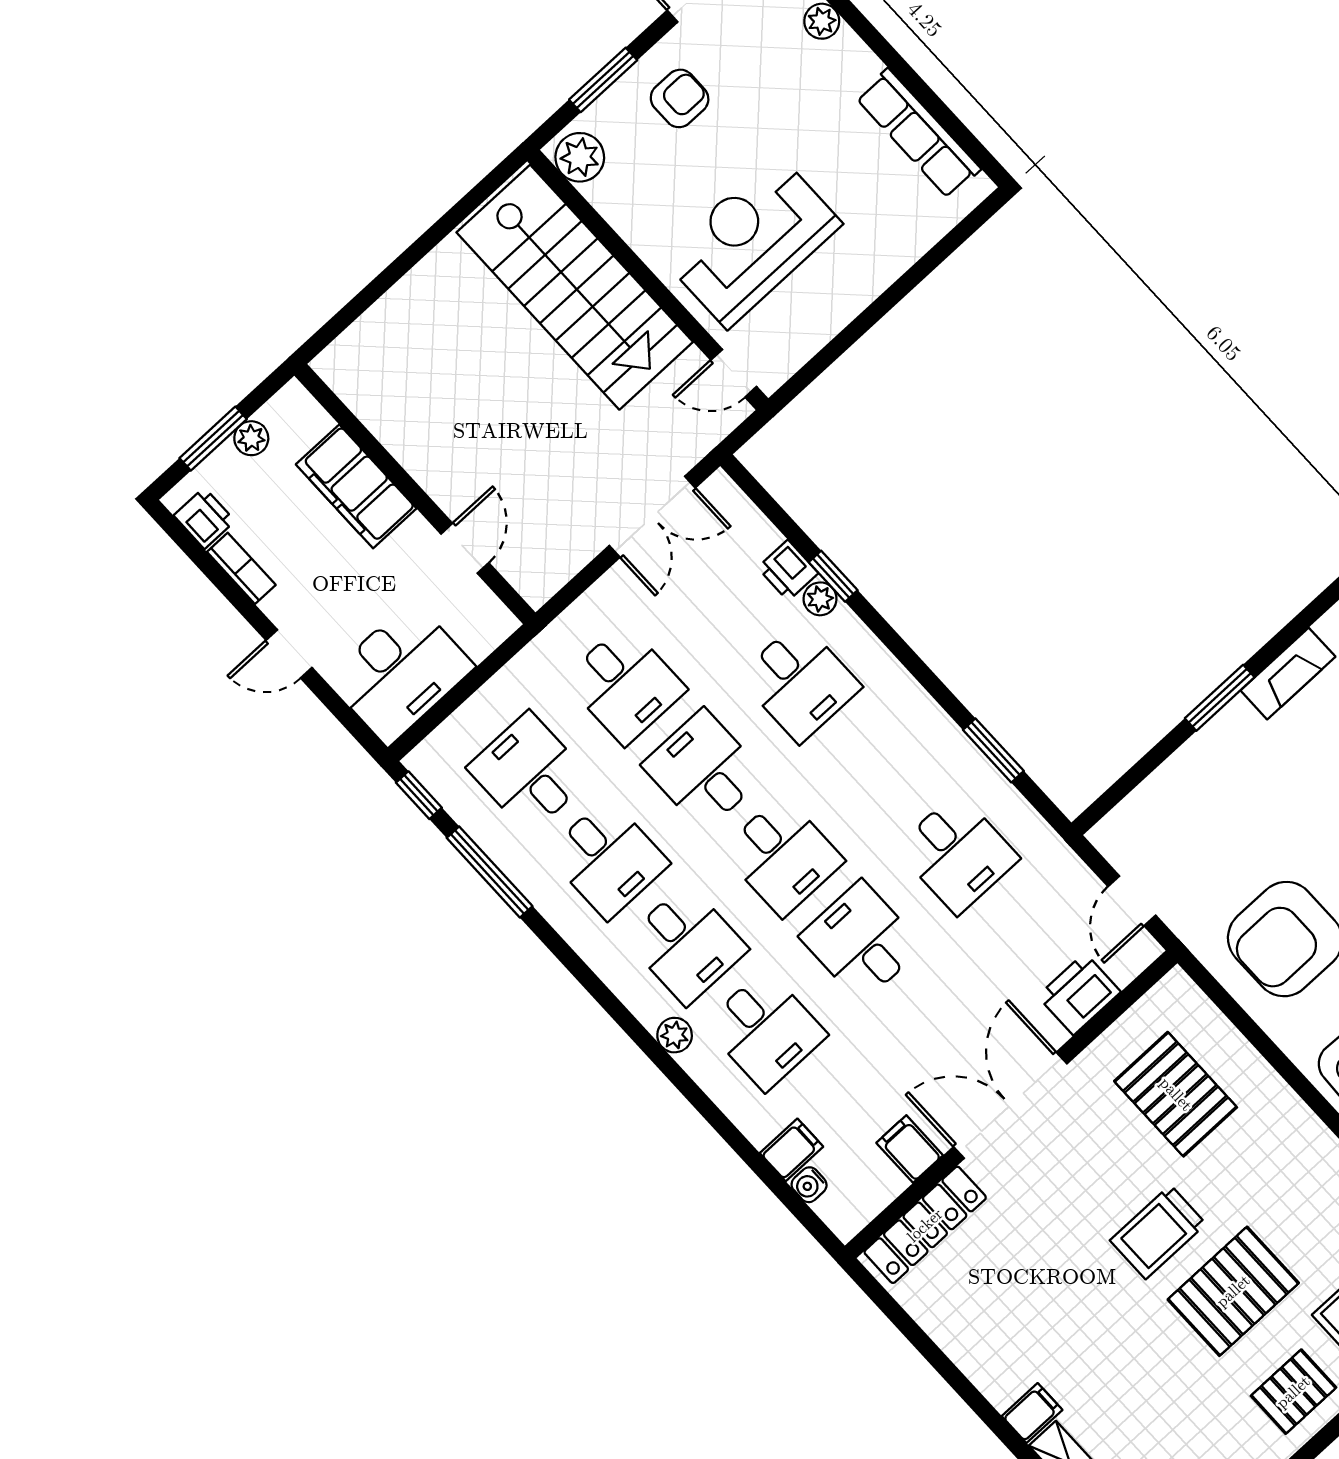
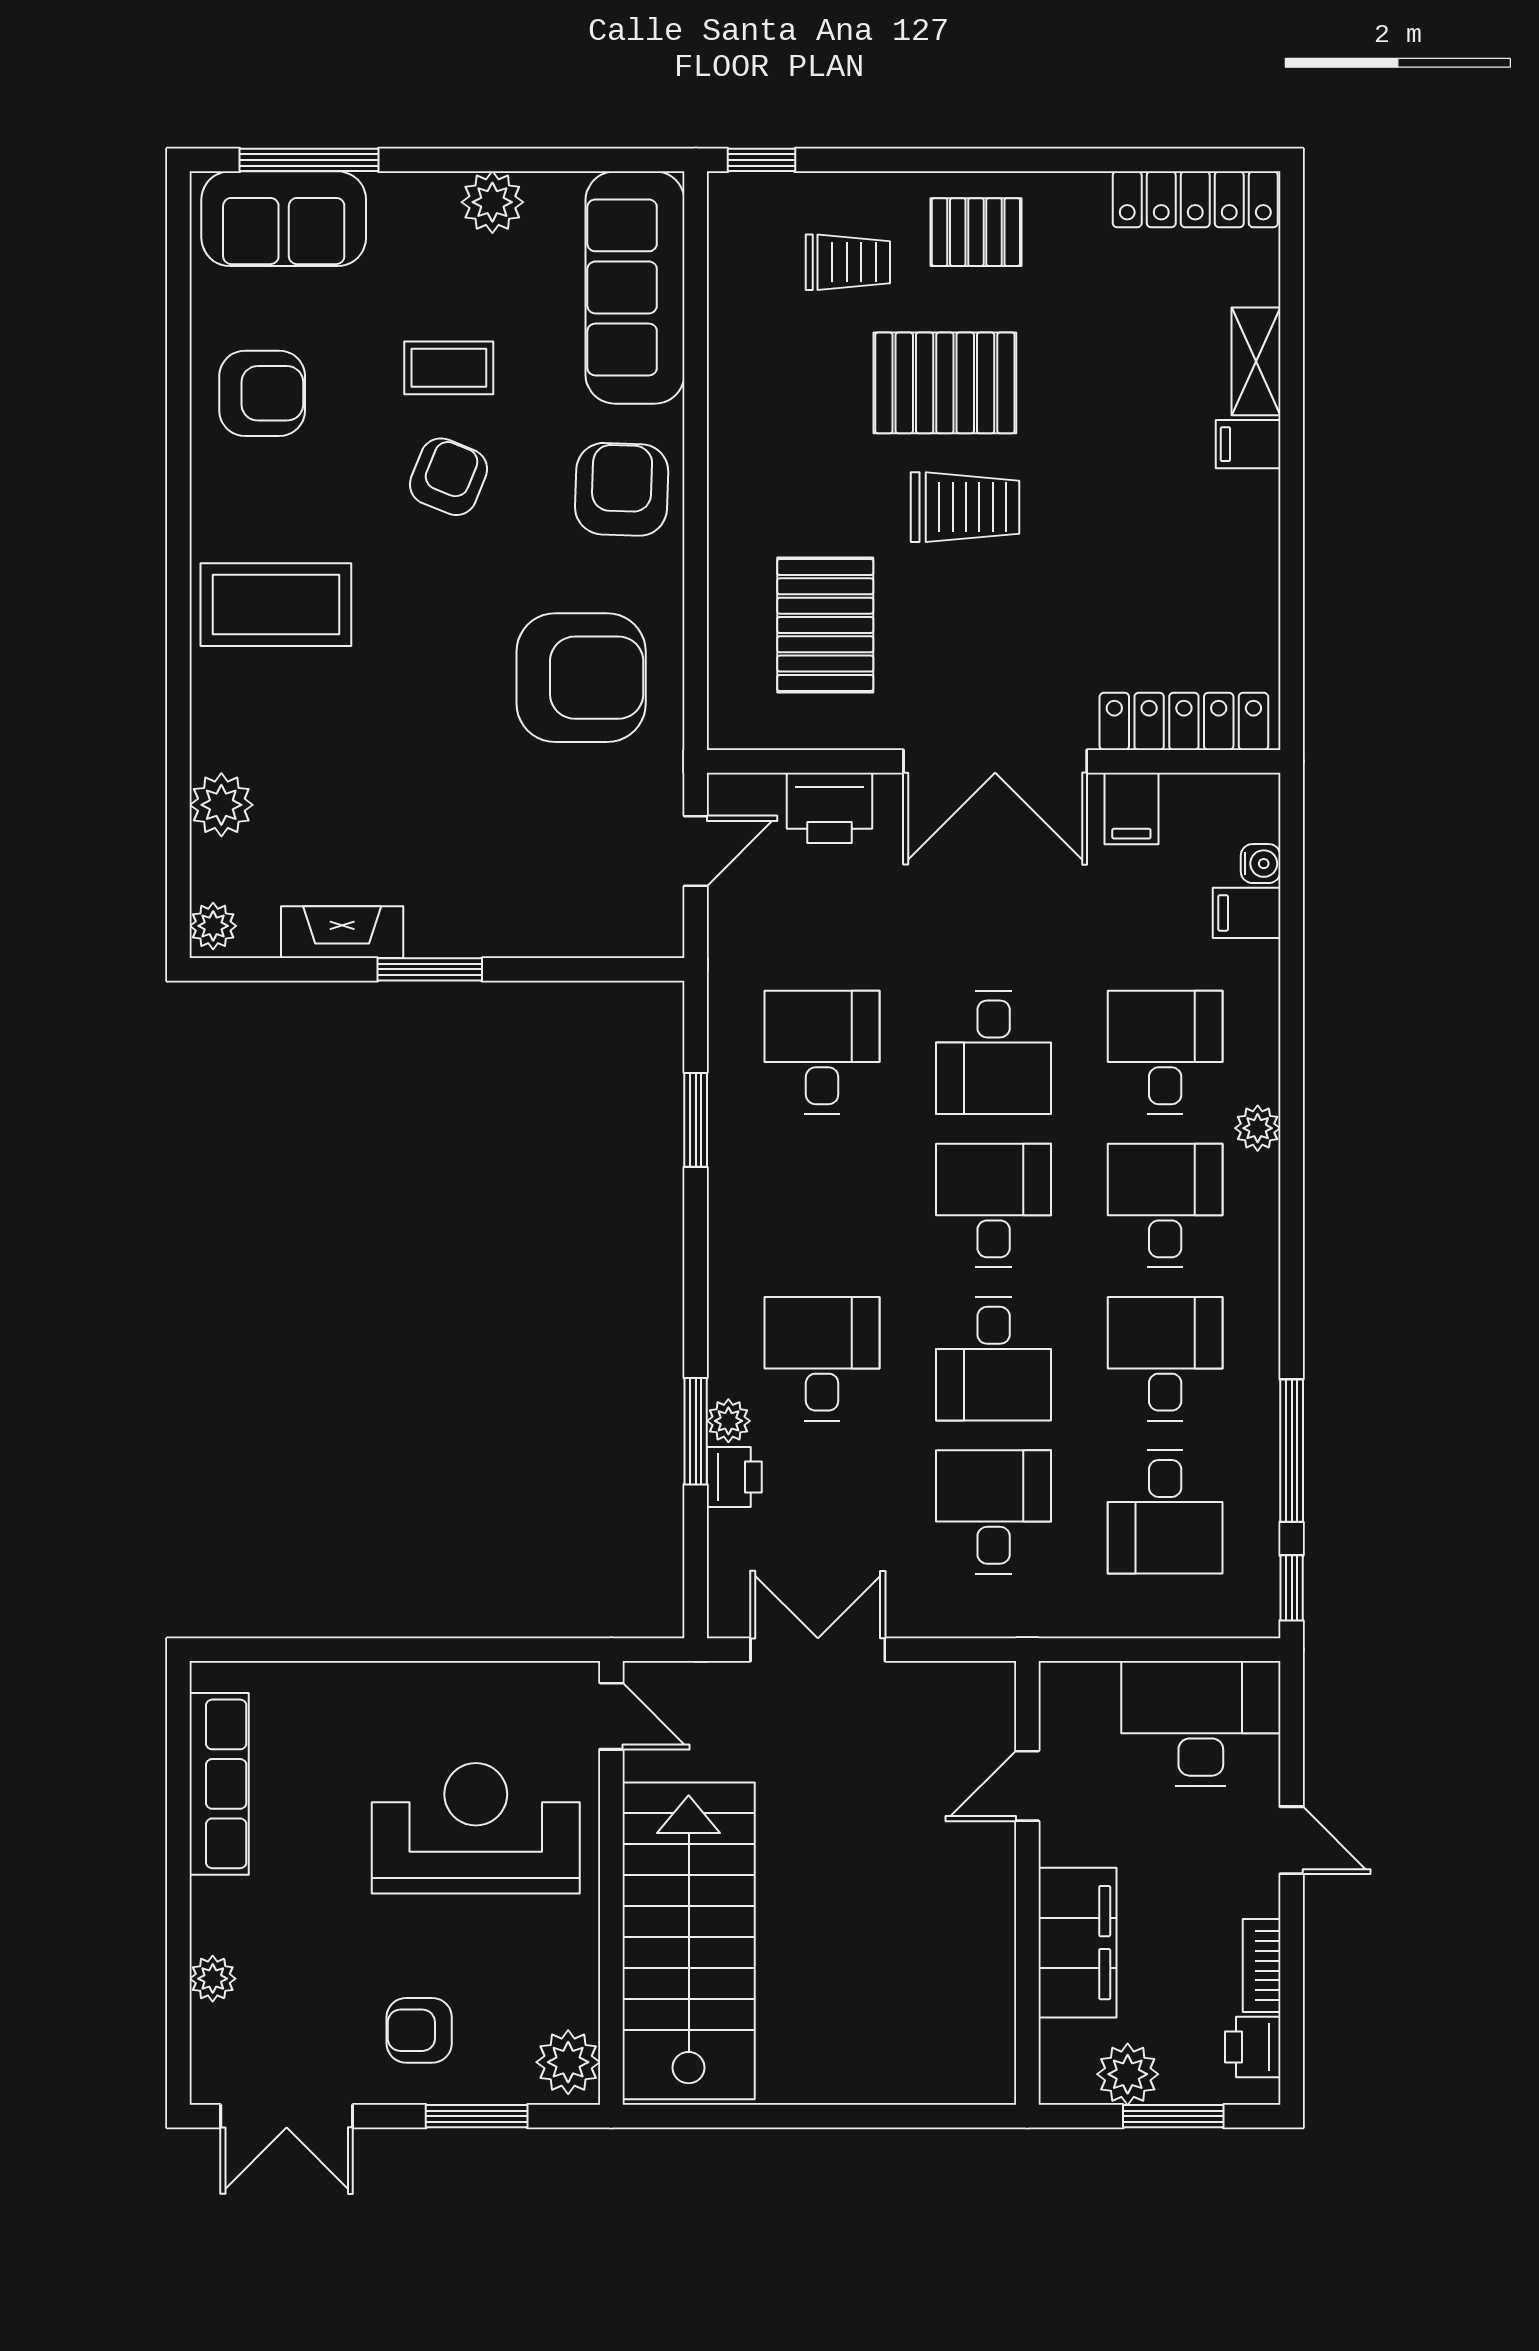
reception desk: (752, 241) -> (476, 1828), turned 180
plant: (251, 438) -> (1128, 2074), width x1.38, depth x1.38
window: (833, 576) -> (696, 1431), width x1.50

